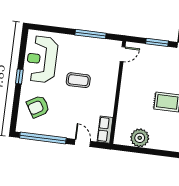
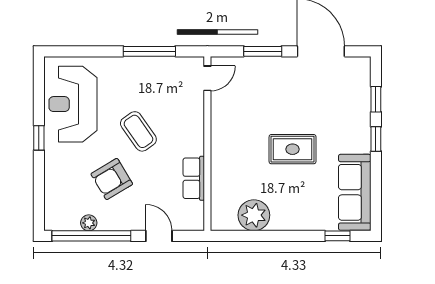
coffee table: (78, 80) -> (138, 131), turned 55
armchair: (38, 107) -> (112, 179), moved
plant: (42, 130) -> (89, 223), added
row of seats: (105, 130) -> (194, 178), moved

